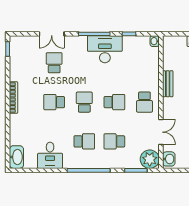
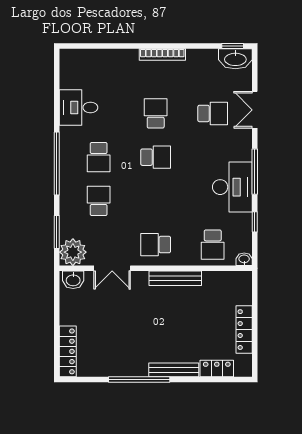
bench: (168, 84) -> (175, 278), width x1.36
school desk: (114, 102) -> (213, 245), moved
washbasin: (16, 157) -> (235, 59), moved

